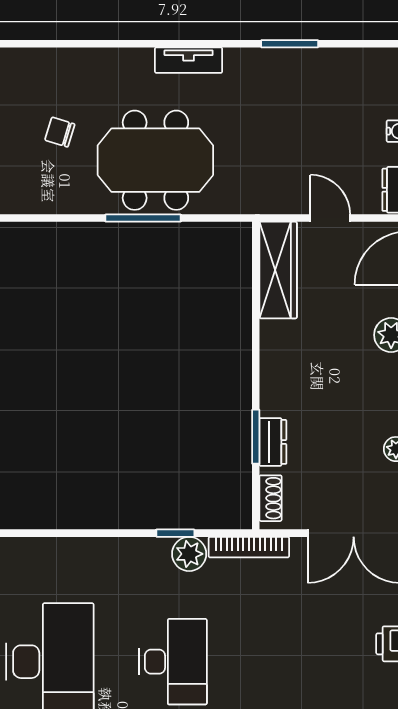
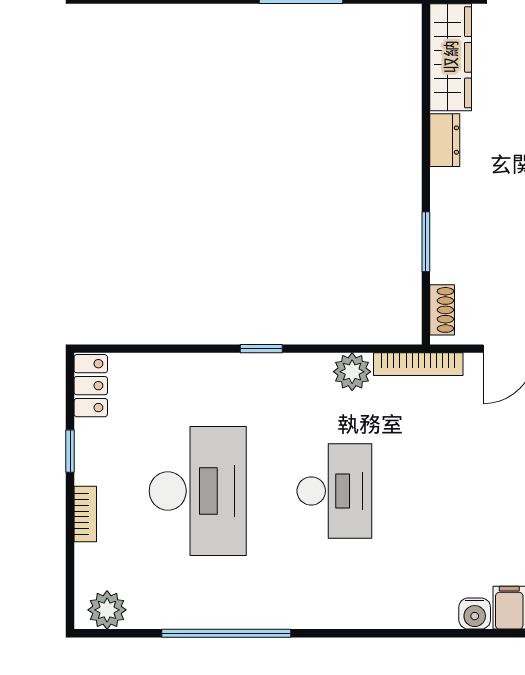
dresser: (273, 442) -> (445, 140), moved
window: (175, 533) -> (261, 349), moved

